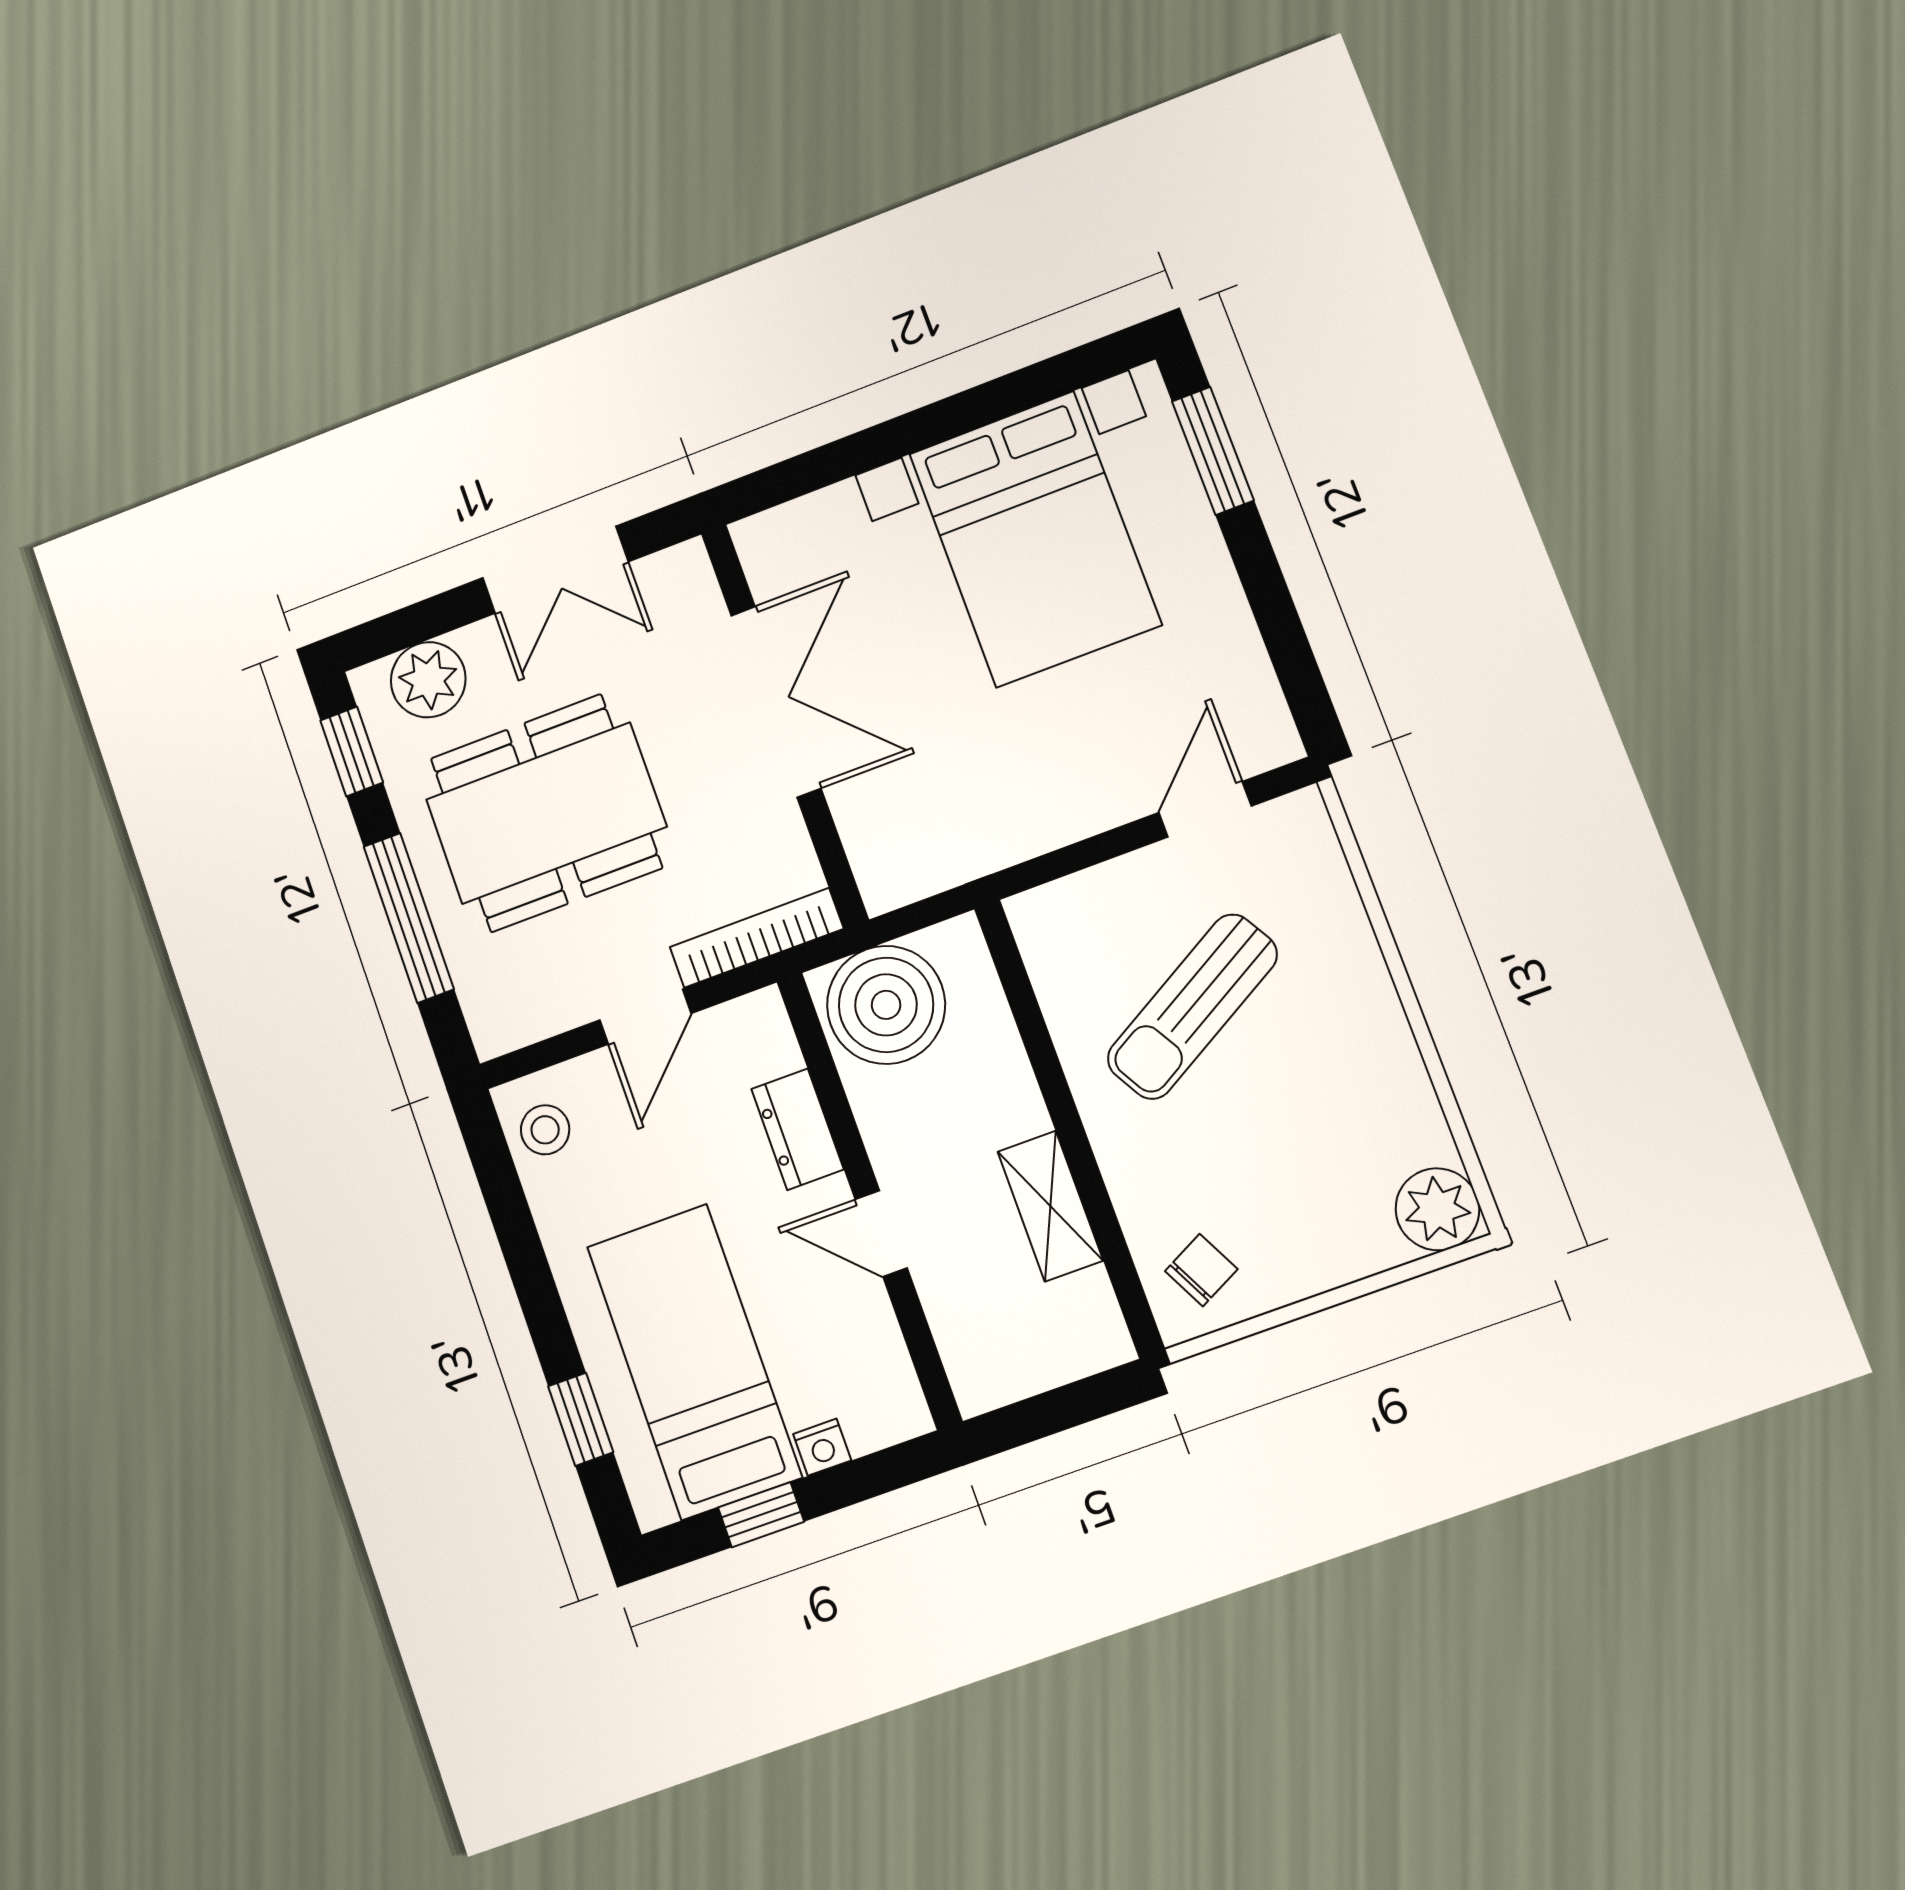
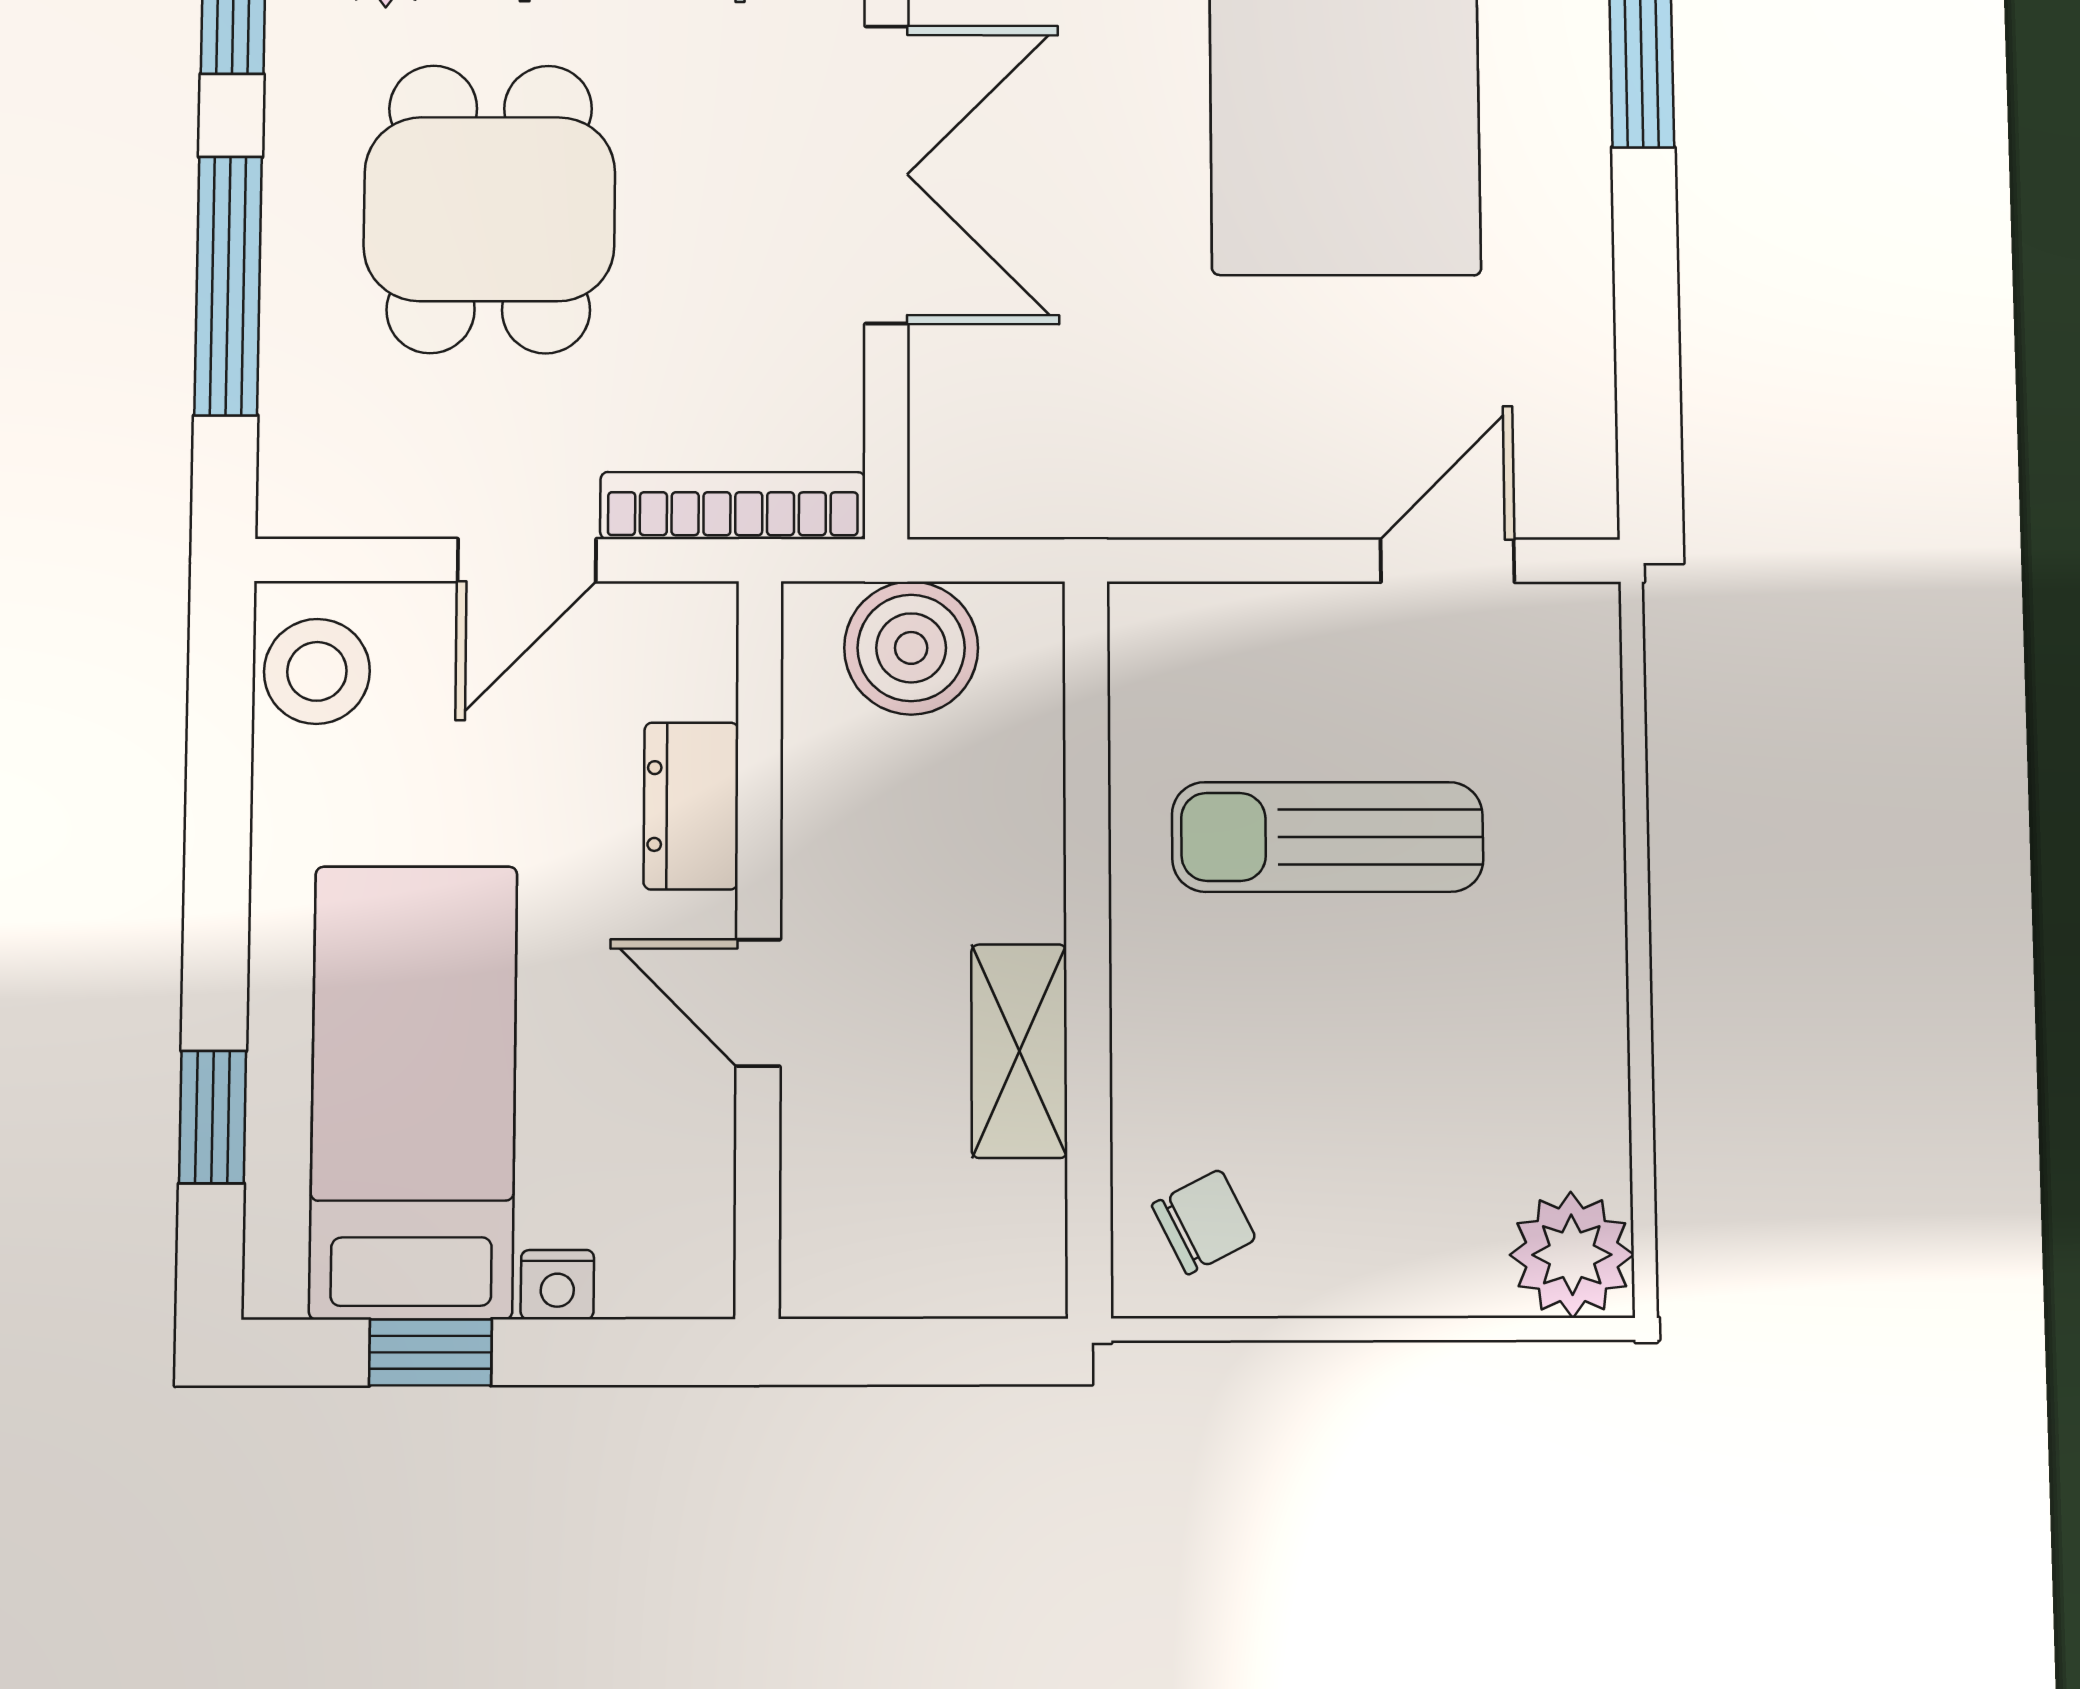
dining table: (546, 813) -> (489, 209), width x0.73
boiler: (886, 1005) -> (911, 648), width x0.73, depth x0.73
sun lounger: (1192, 1007) -> (1328, 837), turned 30
stool: (545, 1130) -> (317, 671), width x1.37, depth x1.37

